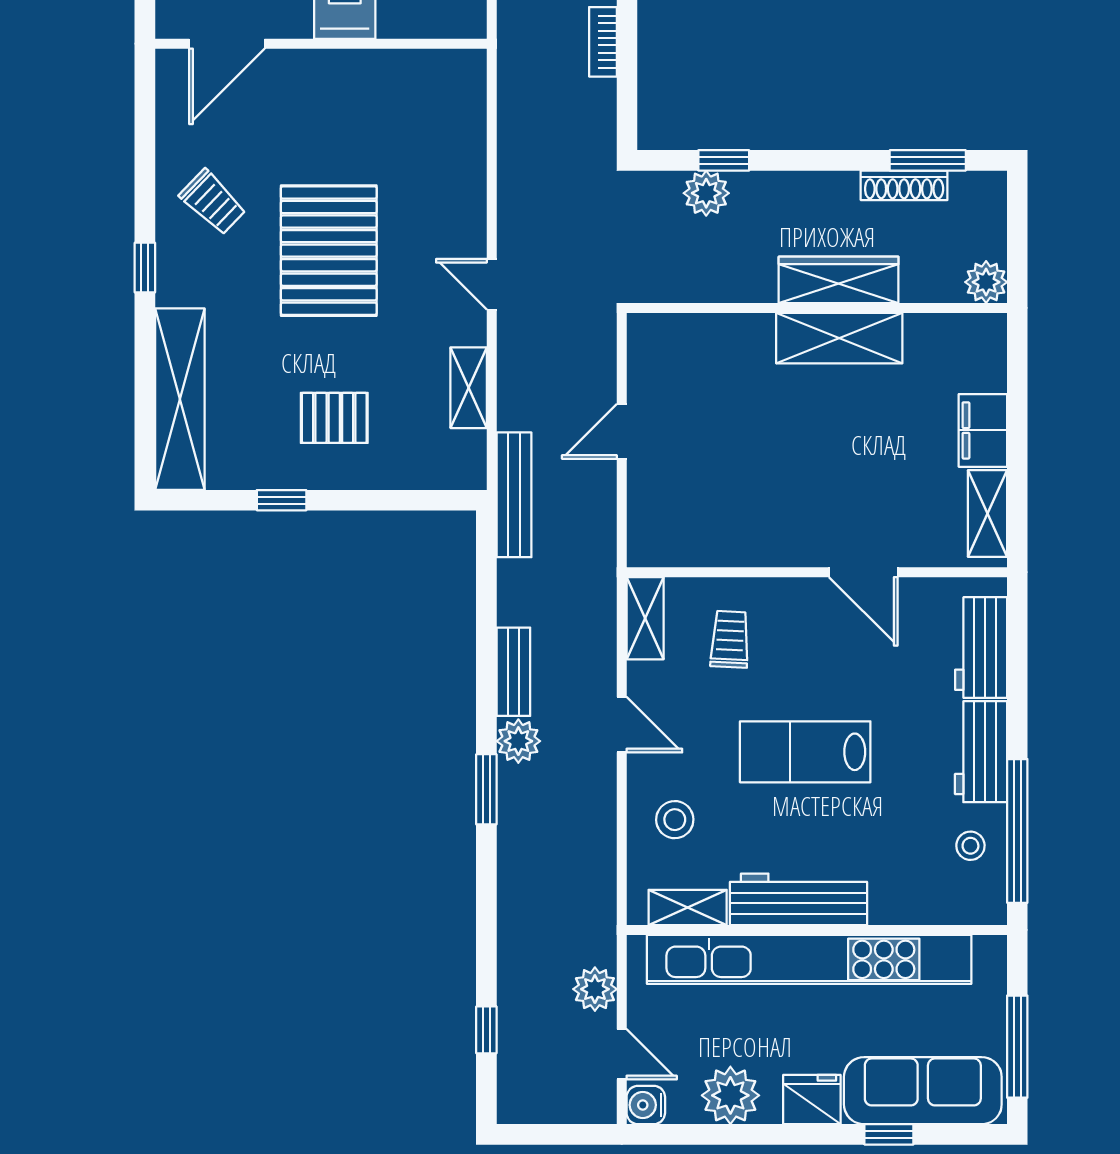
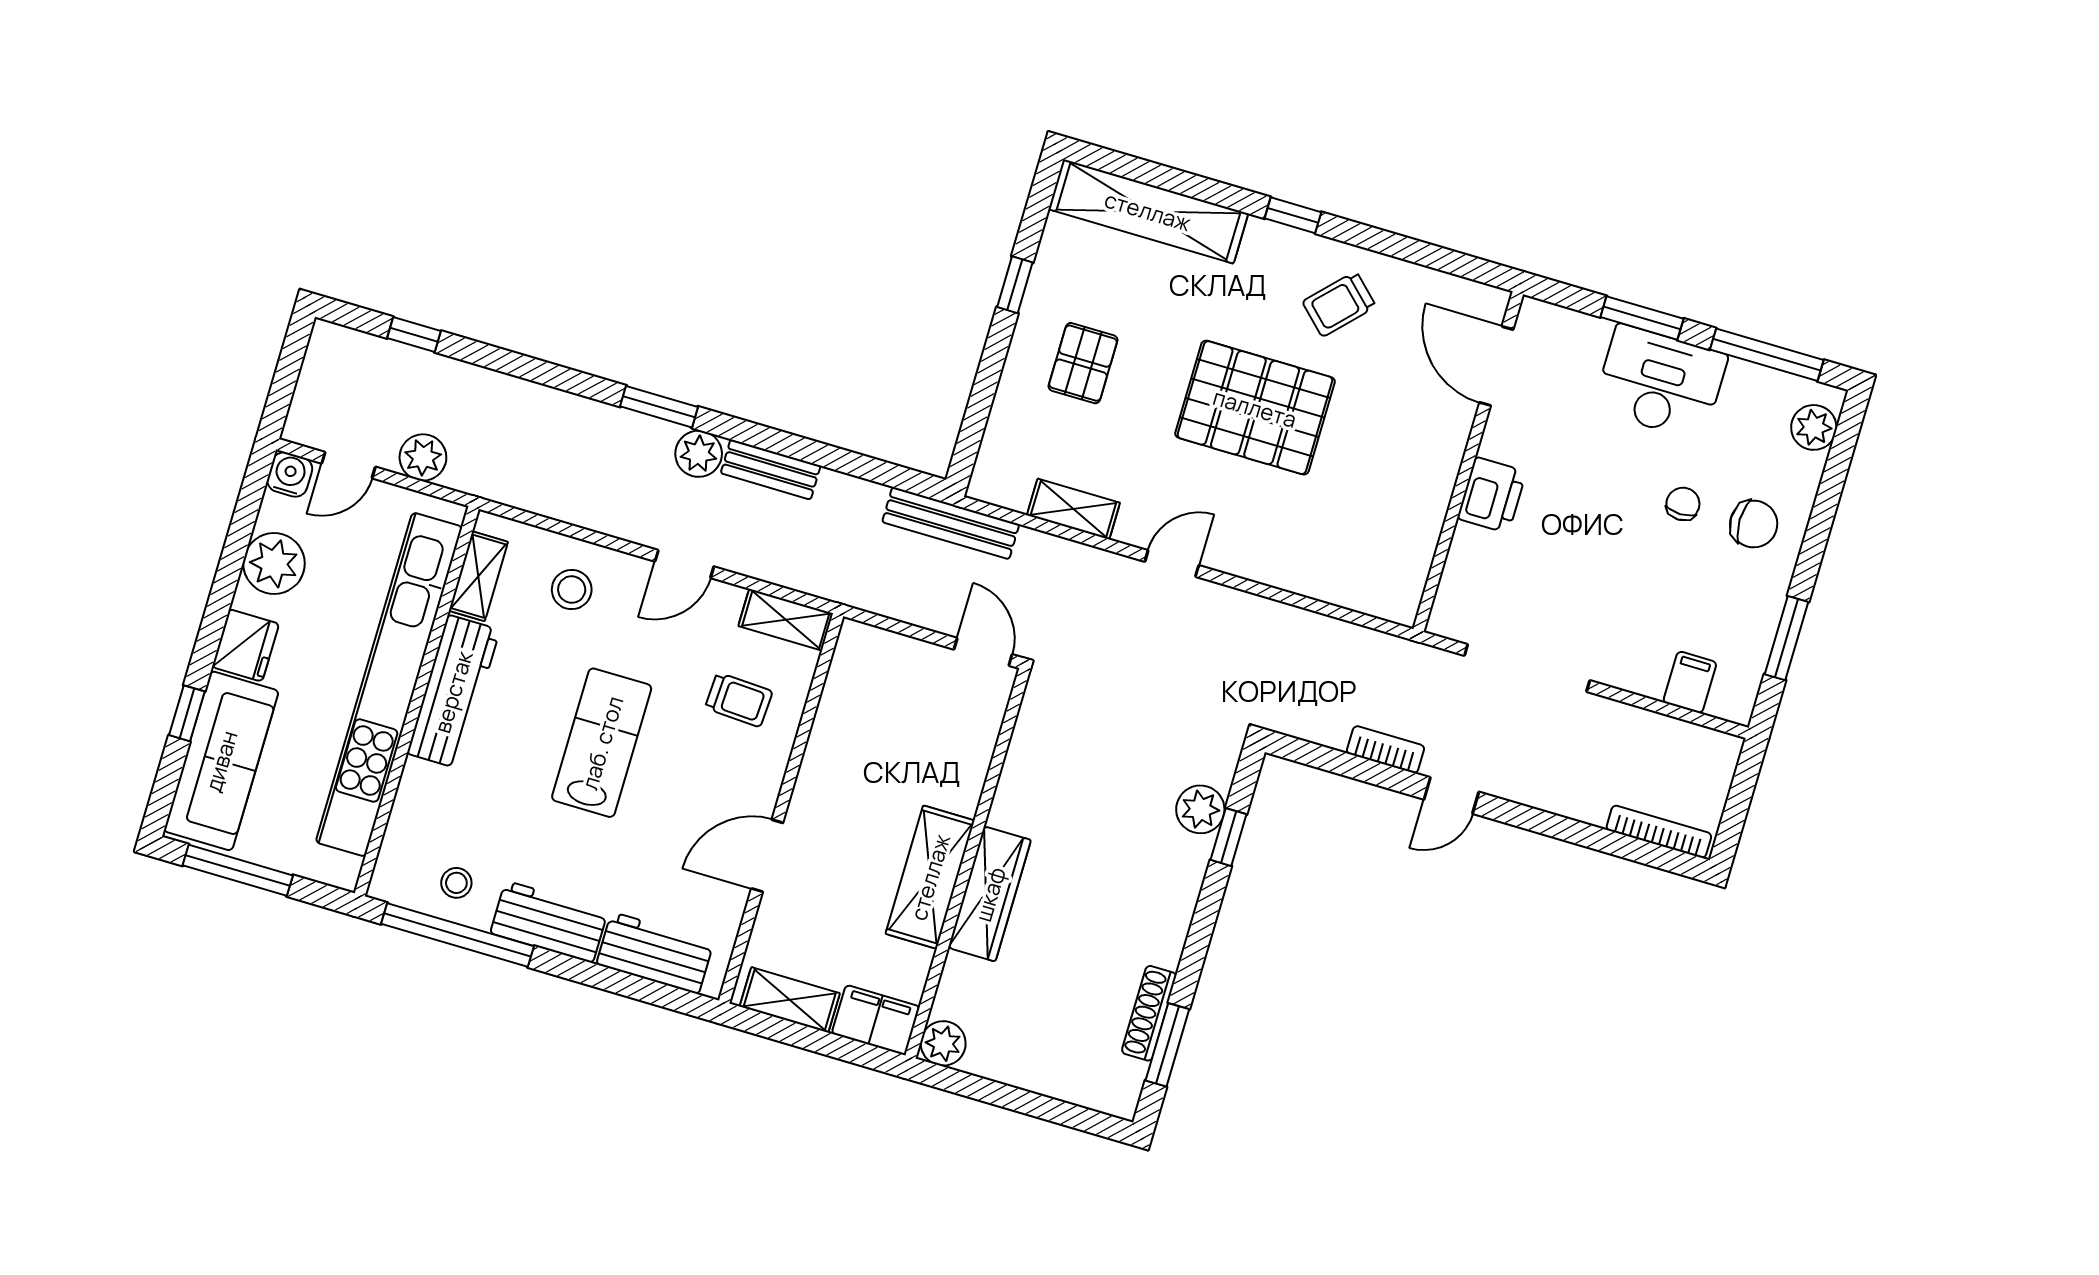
wardrobe: (839, 280) -> (990, 894), moved
plant: (986, 282) -> (943, 1043), moved
wall: (817, 308) -> (967, 863), moved
shelving: (839, 338) -> (930, 877), moved

